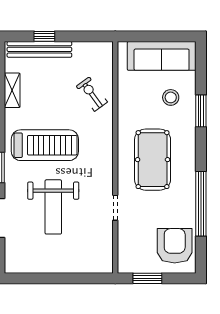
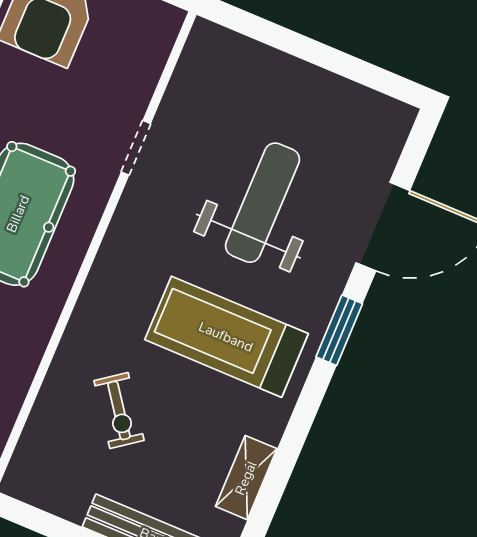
exercise bike: (92, 94) -> (119, 410), moved

